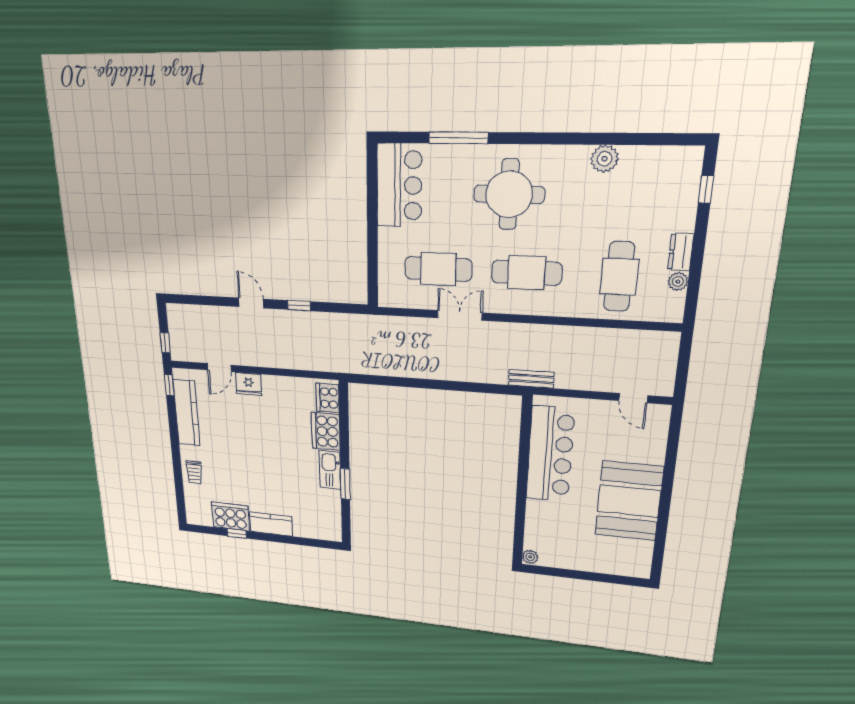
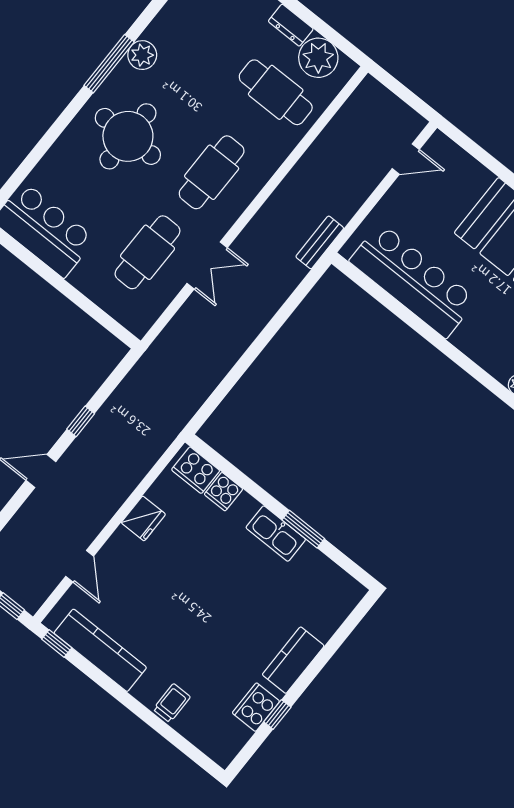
window: (458, 138) -> (109, 64), moved
plant: (605, 159) -> (142, 55), moved
plant: (678, 281) -> (318, 58), width x1.88, depth x1.88
double door: (460, 315) -> (207, 265), swing flipped
fridge: (249, 384) -> (143, 518), moved
cooker: (326, 431) -> (223, 492), width x0.53, depth x0.76
trolley: (194, 472) -> (172, 703), turned -90
cooker: (230, 517) -> (256, 707), width x0.73, depth x0.76

